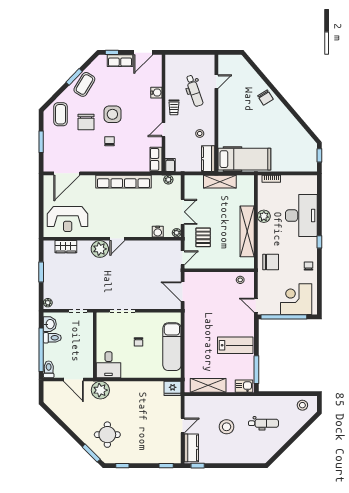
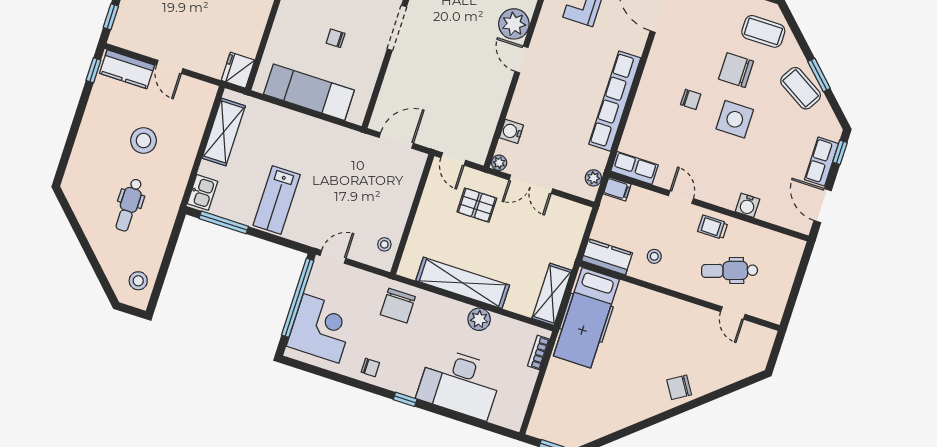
shelving: (220, 182) -> (552, 294), moved

